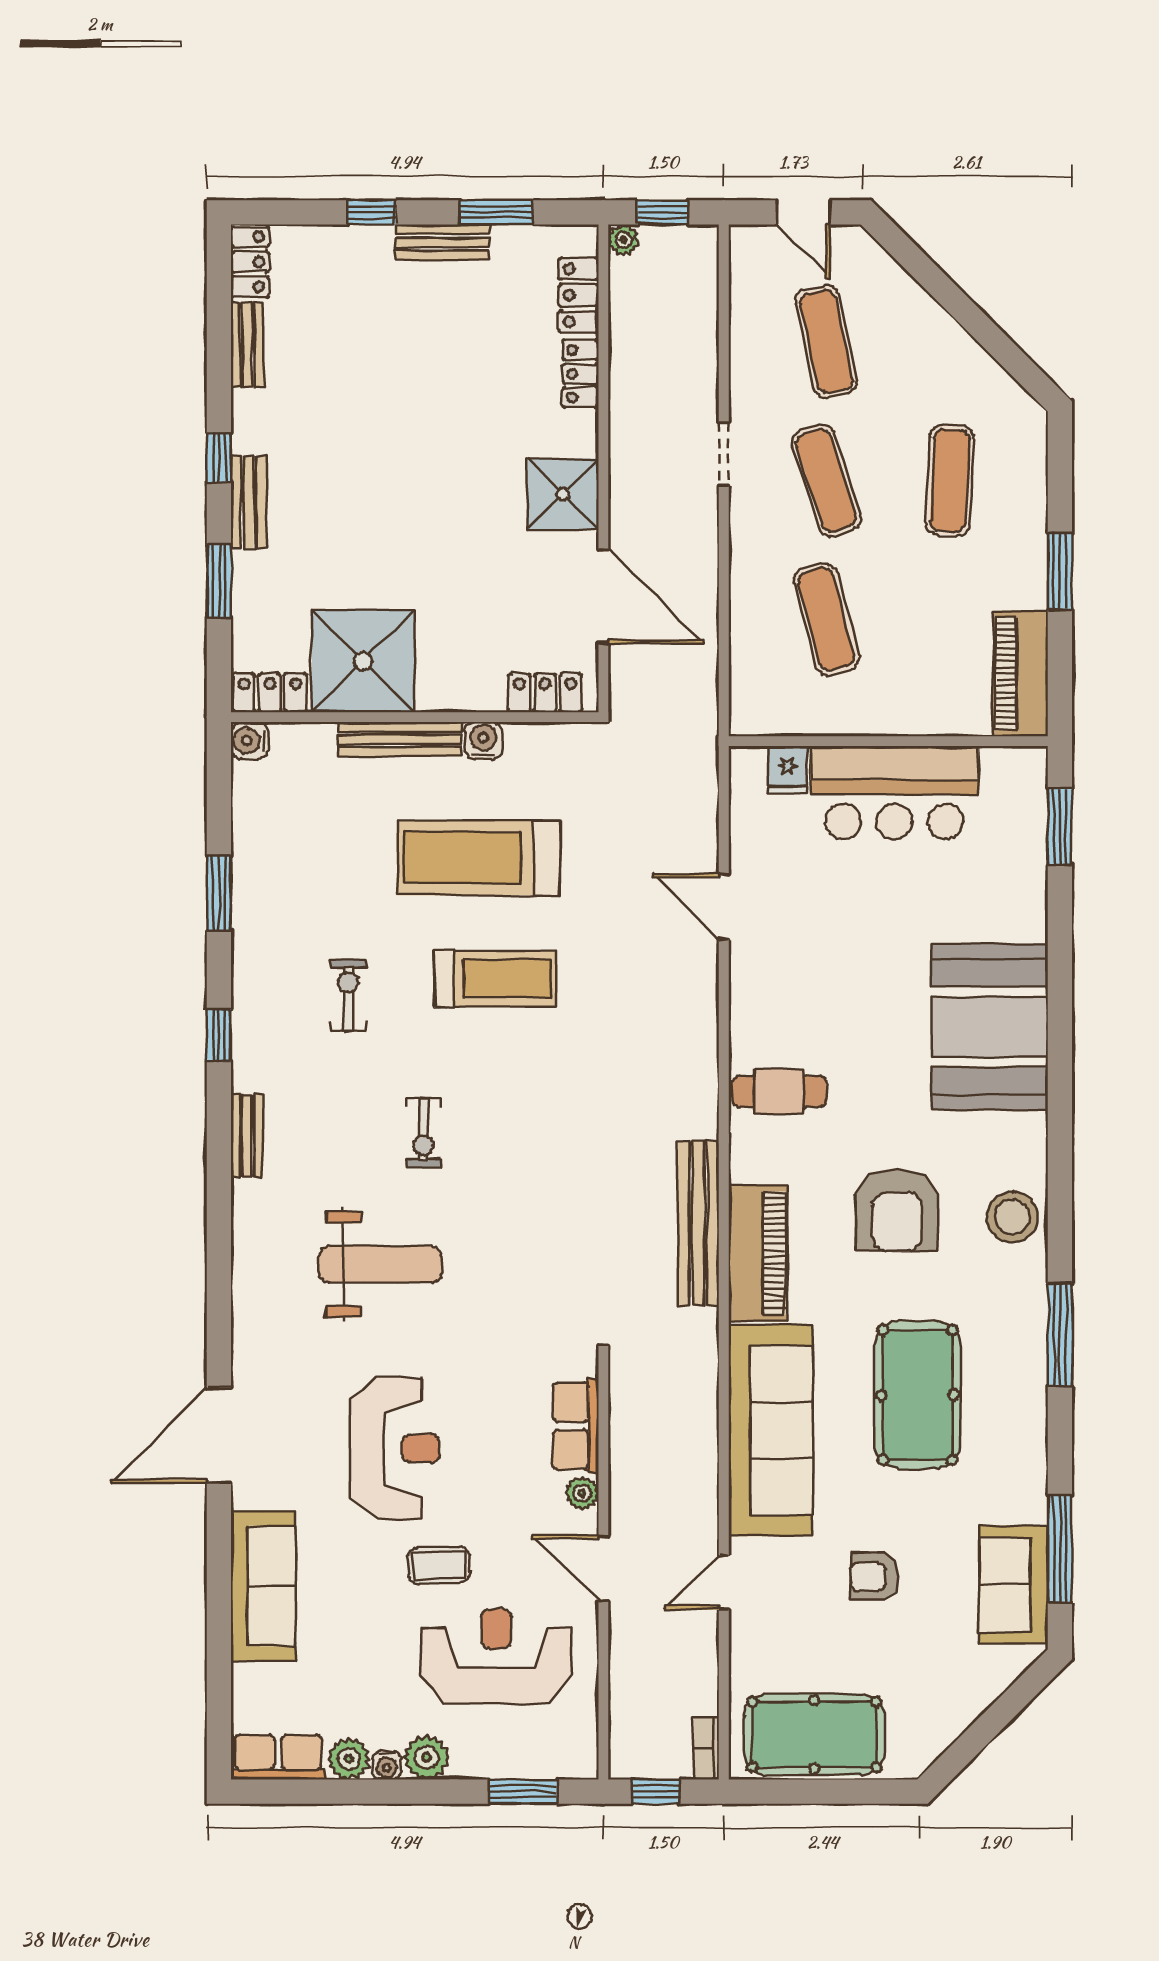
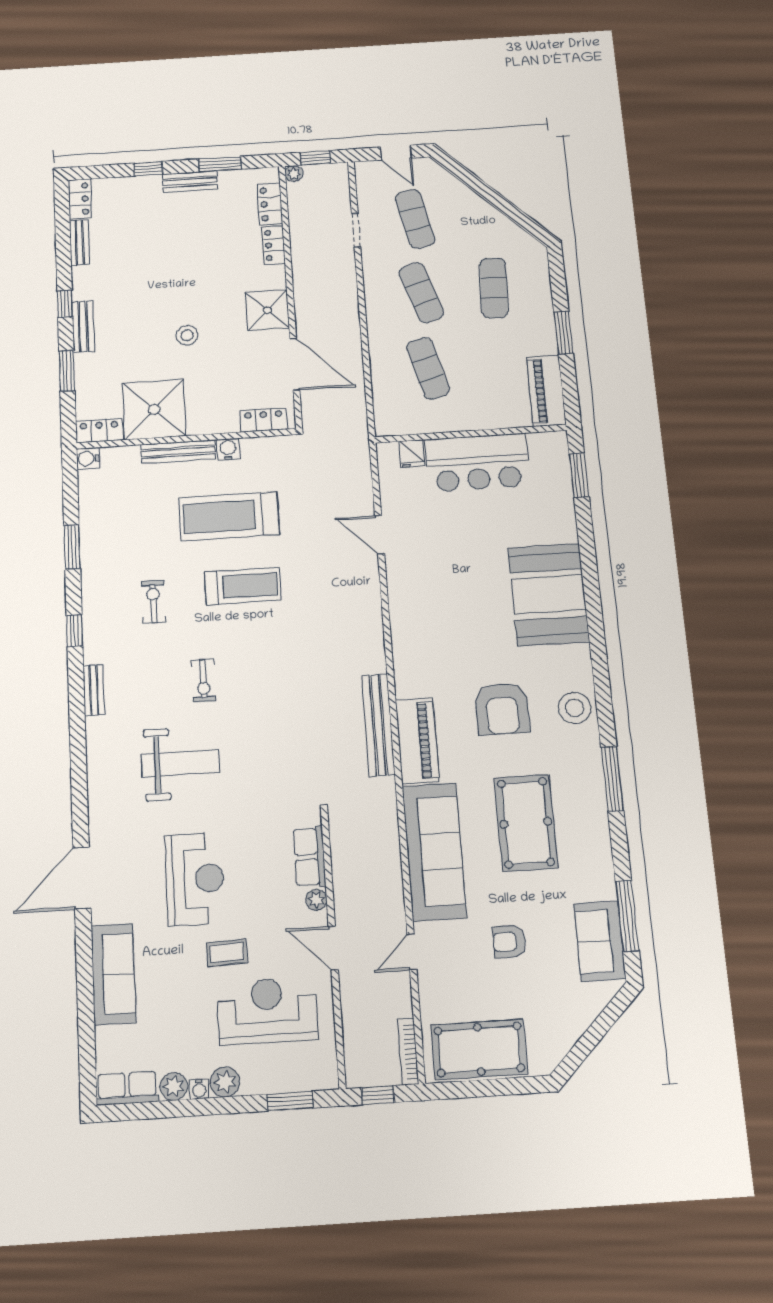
doorway: (724, 454) -> (356, 230), moved
stool: (424, 531) -> (187, 335), added
cafe table: (779, 1091) -> (422, 641), removed
bookcase: (706, 1748) -> (408, 1052), width x1.56

